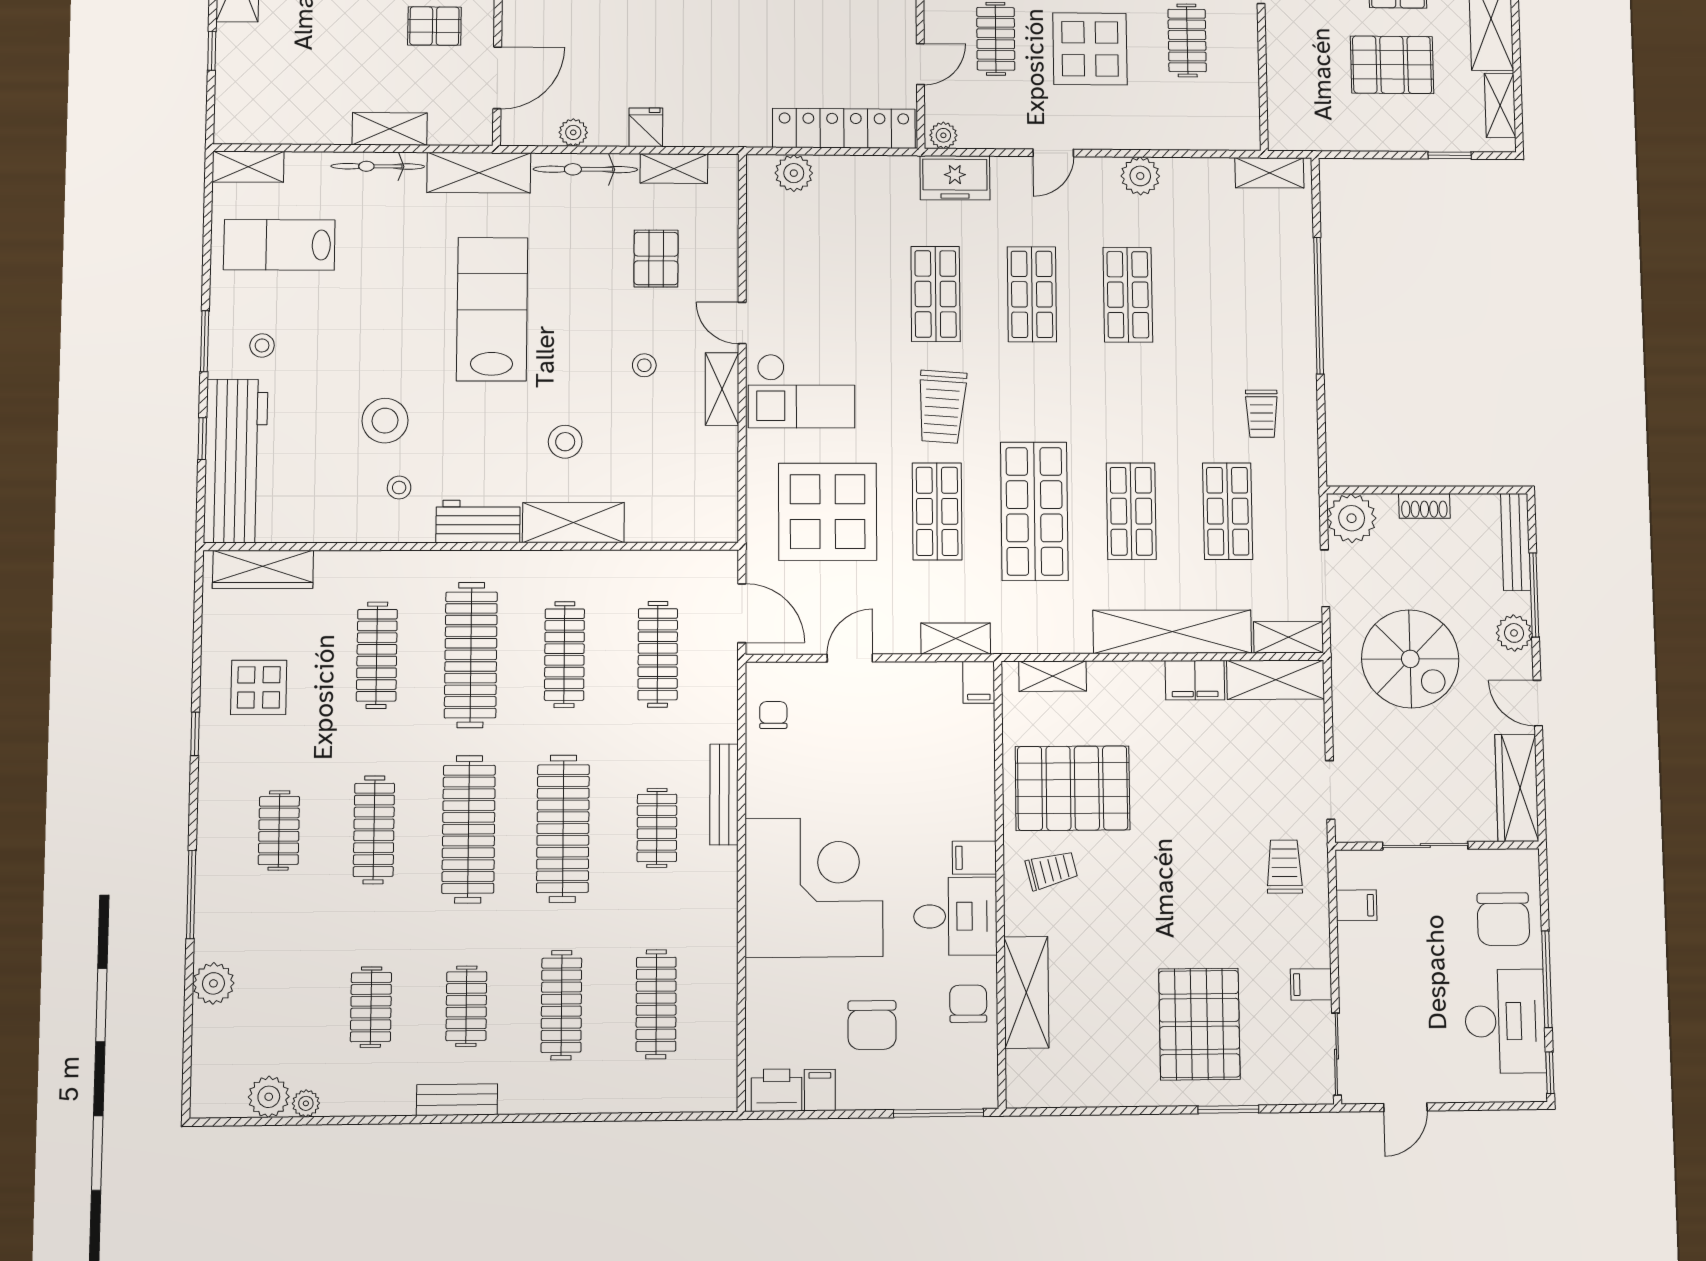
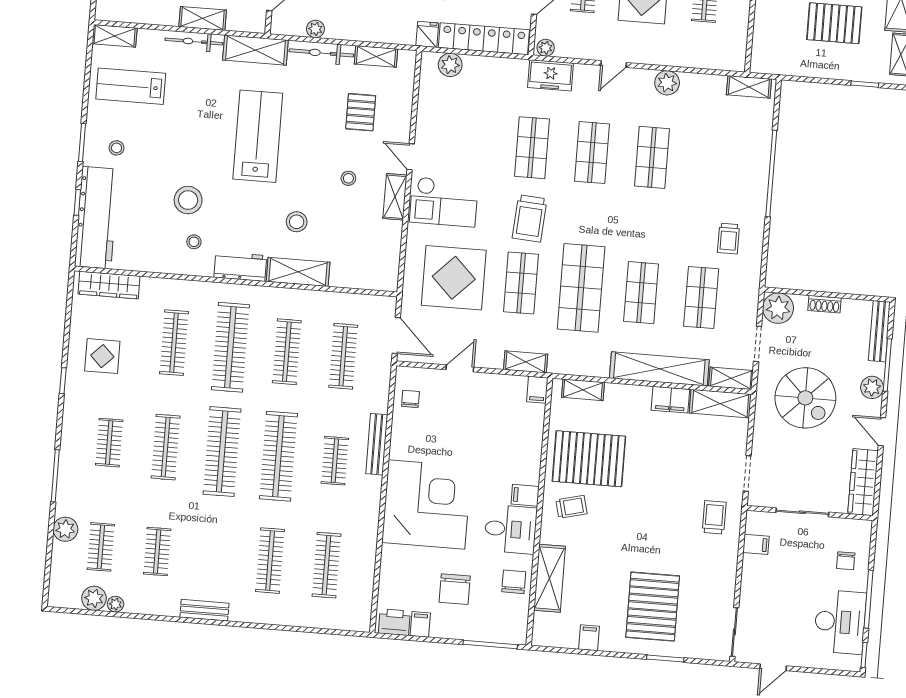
fridge: (646, 127) -> (427, 34), moved
chair: (1503, 919) -> (846, 561), width x0.54, depth x0.54
filing cabinet: (1311, 984) -> (589, 638), moved, turned 90
clothes rail: (466, 1006) -> (101, 547), moved

